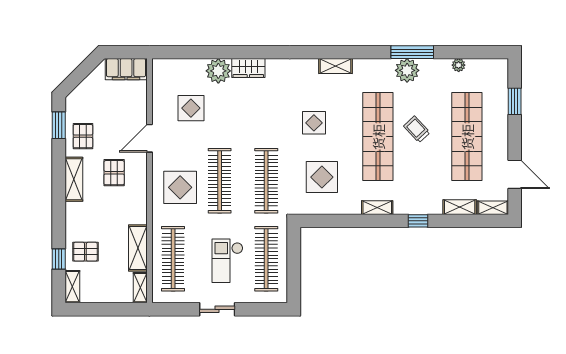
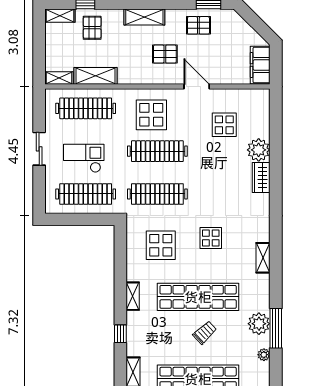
plant: (459, 65) -> (264, 355), moved
shelving: (74, 179) -> (144, 17), moved

